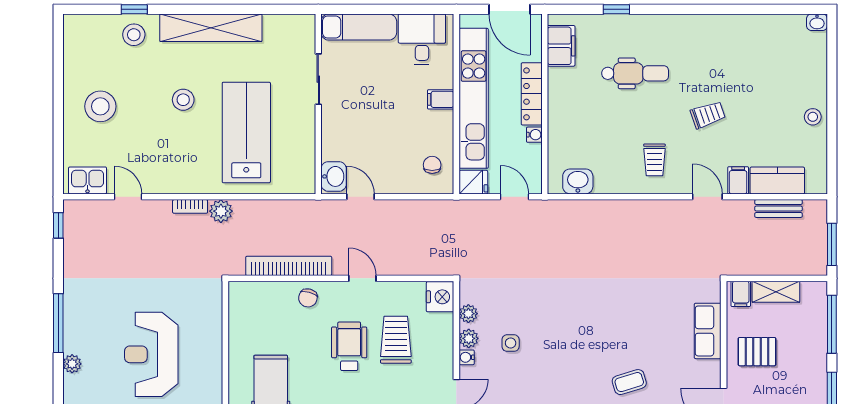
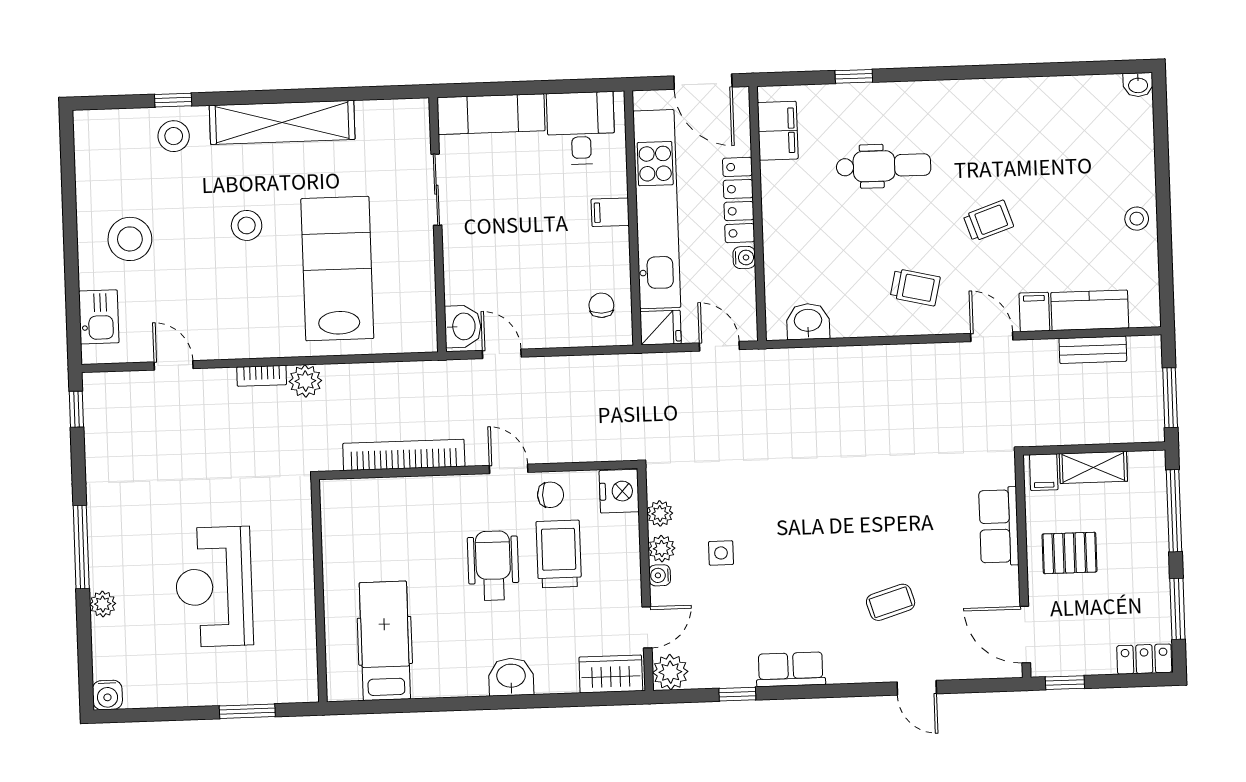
trolley: (654, 160) -> (915, 287), turned -77
kitchen sink: (88, 180) -> (99, 317), moved, turned 90
chair: (308, 298) -> (551, 495), moved, turned -105

